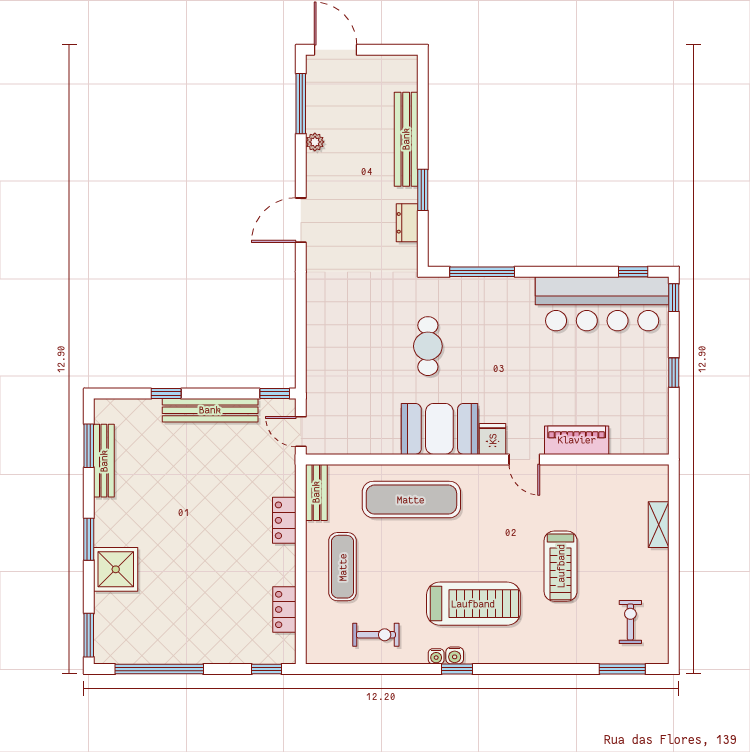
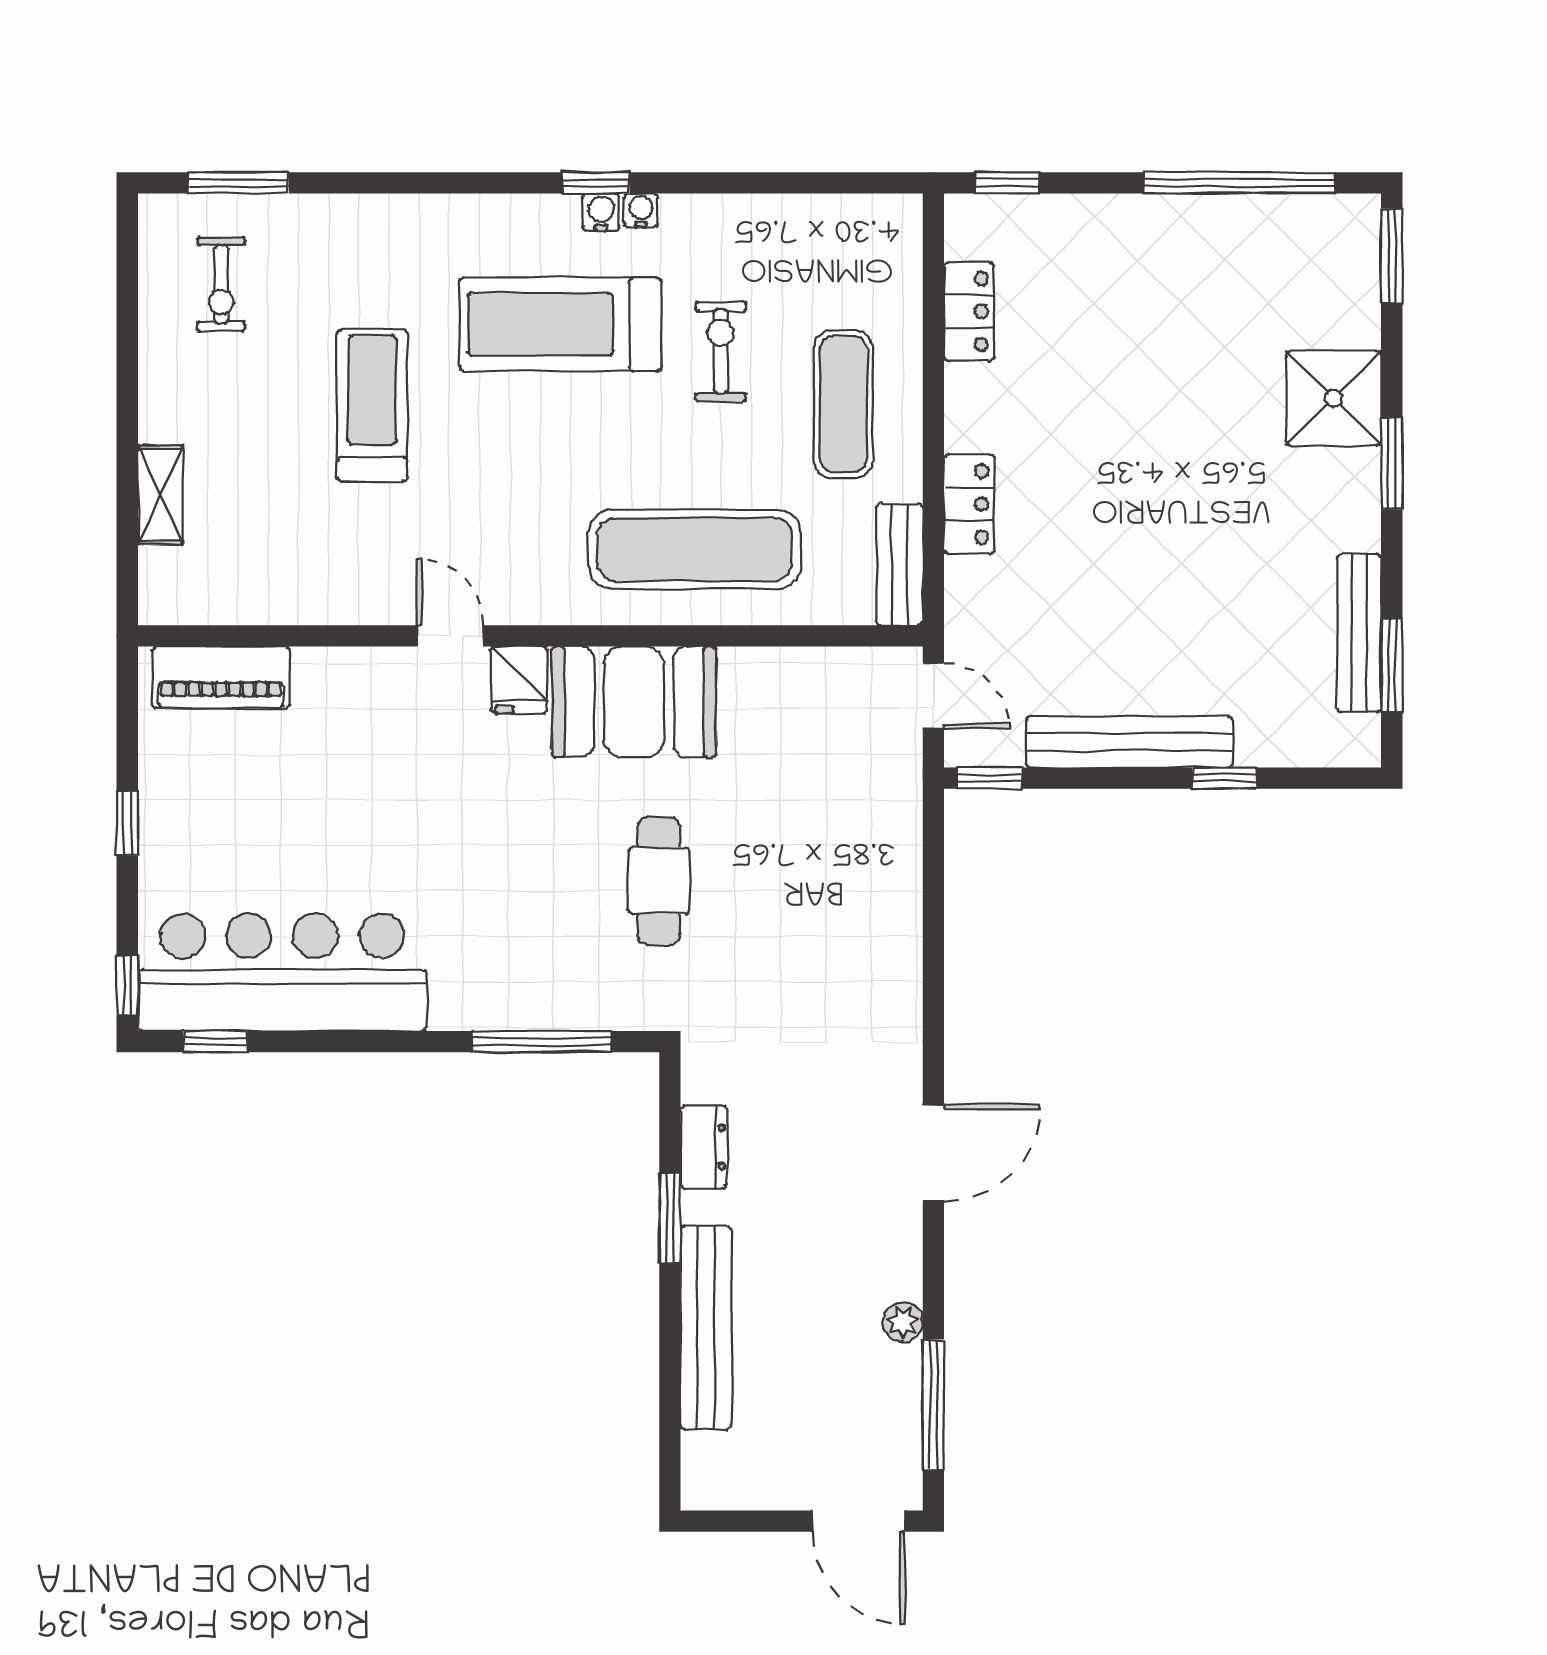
piano: (577, 440) -> (221, 677), moved
exercise bike: (376, 635) -> (721, 351), moved, turned 90

